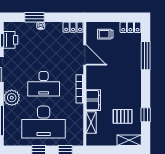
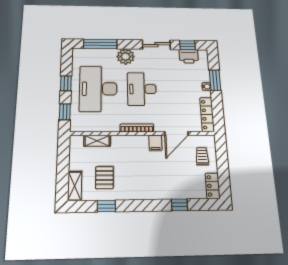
locker: (73, 27) -> (207, 115), width x1.53
window: (146, 56) -> (180, 205), width x0.46
filing cabinet: (93, 100) -> (155, 143), moved, width x0.50

